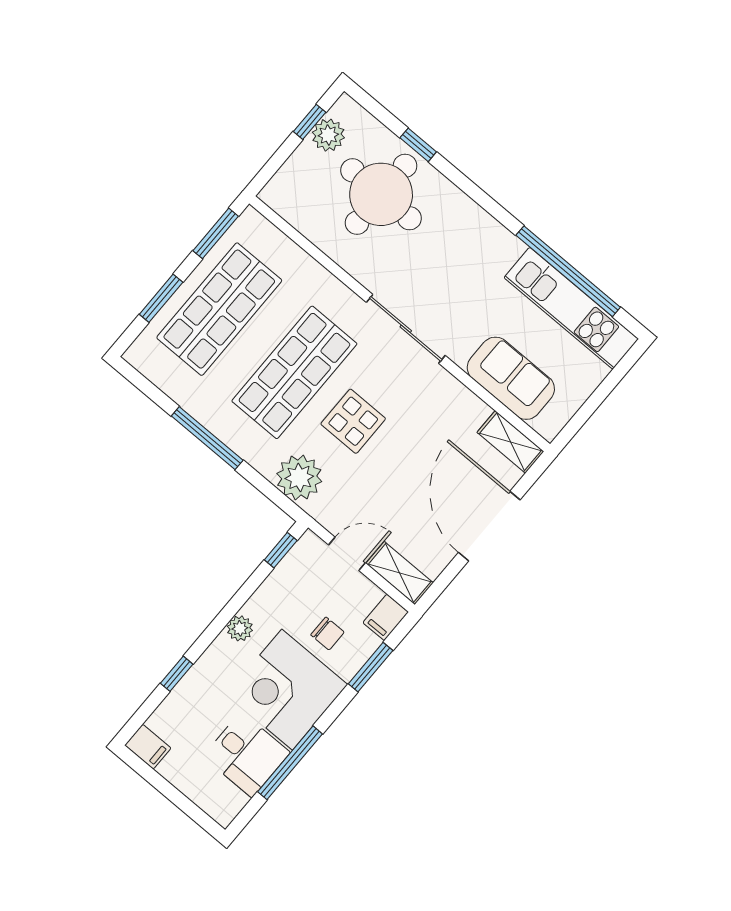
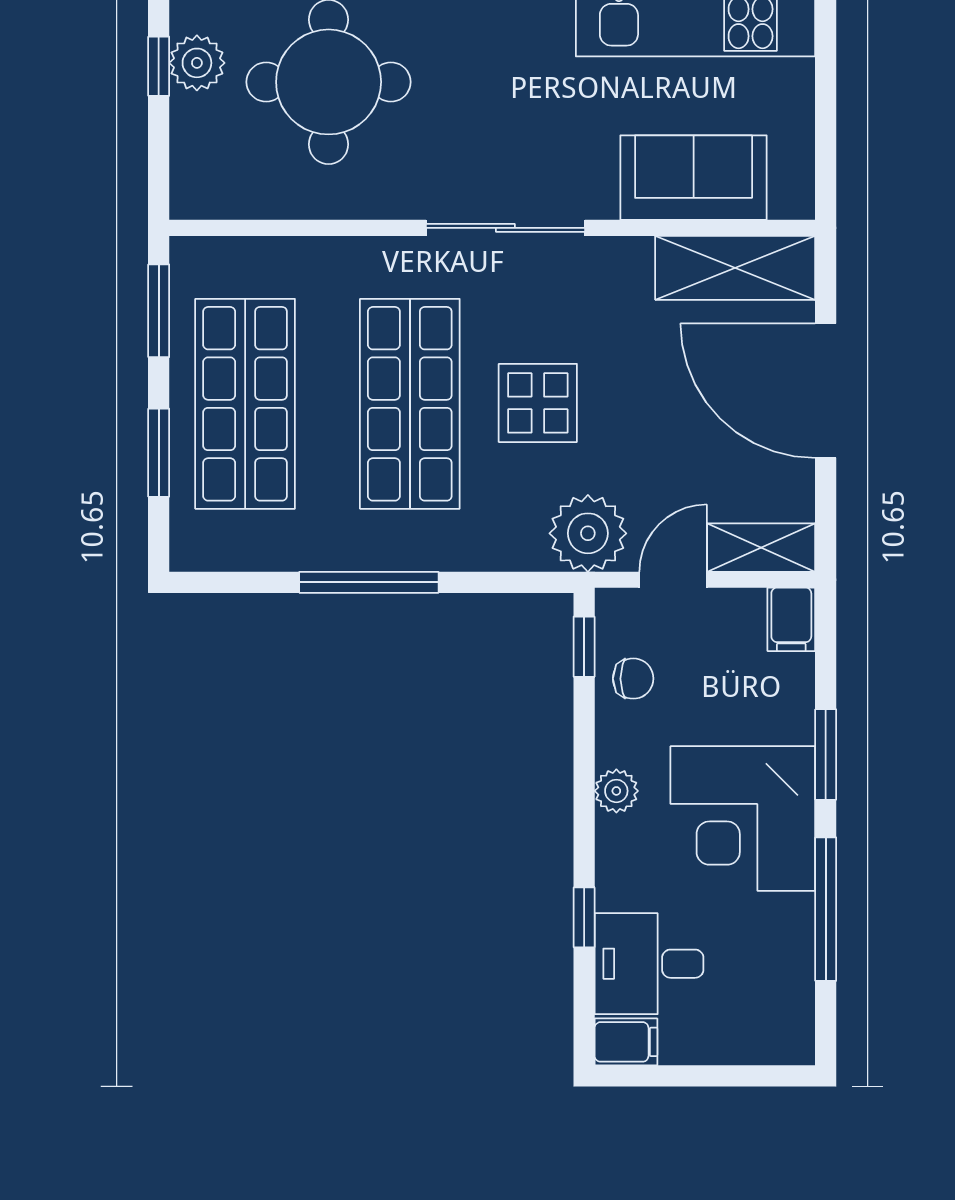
shelving: (510, 442) -> (735, 268), width x1.50, depth x1.33
plant: (299, 477) -> (588, 533), moved
chair: (327, 634) -> (633, 679), moved
window: (371, 667) -> (826, 755), moved
desk: (246, 754) -> (649, 964), moved, turned 180

